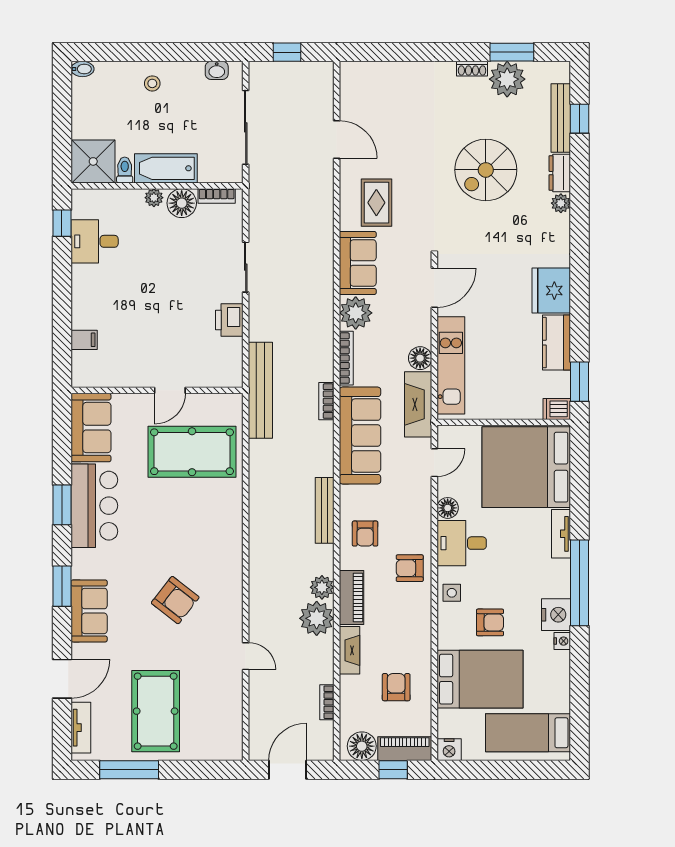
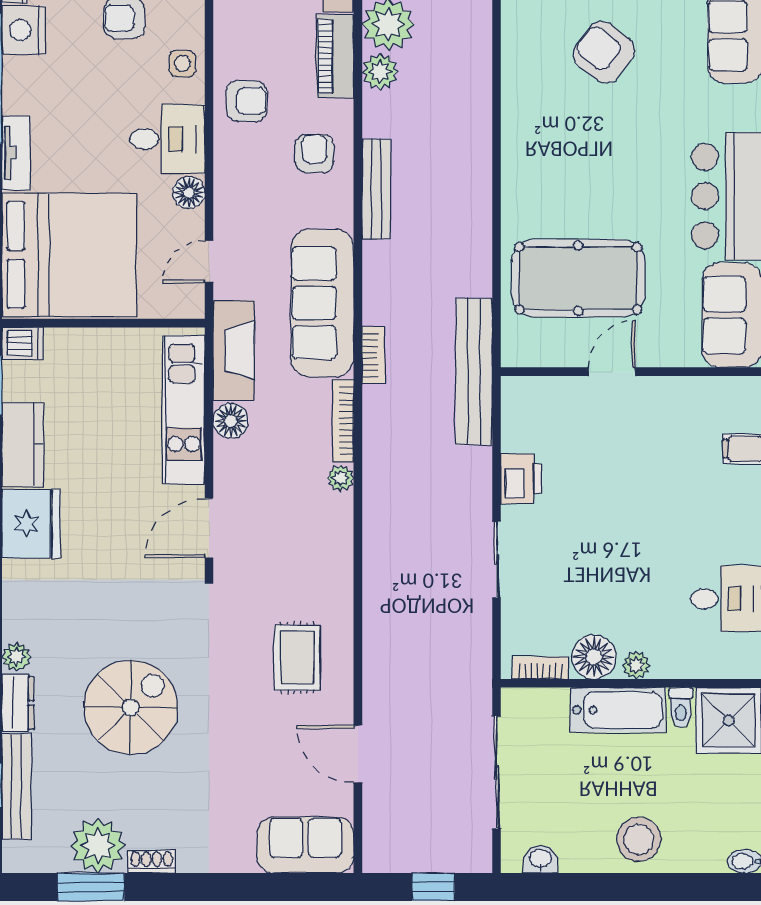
stool: (152, 83) -> (639, 839), width x1.89, depth x1.89
sofa: (358, 263) -> (305, 845), moved, turned 90
plant: (356, 313) -> (340, 478), width x0.53, depth x0.53

